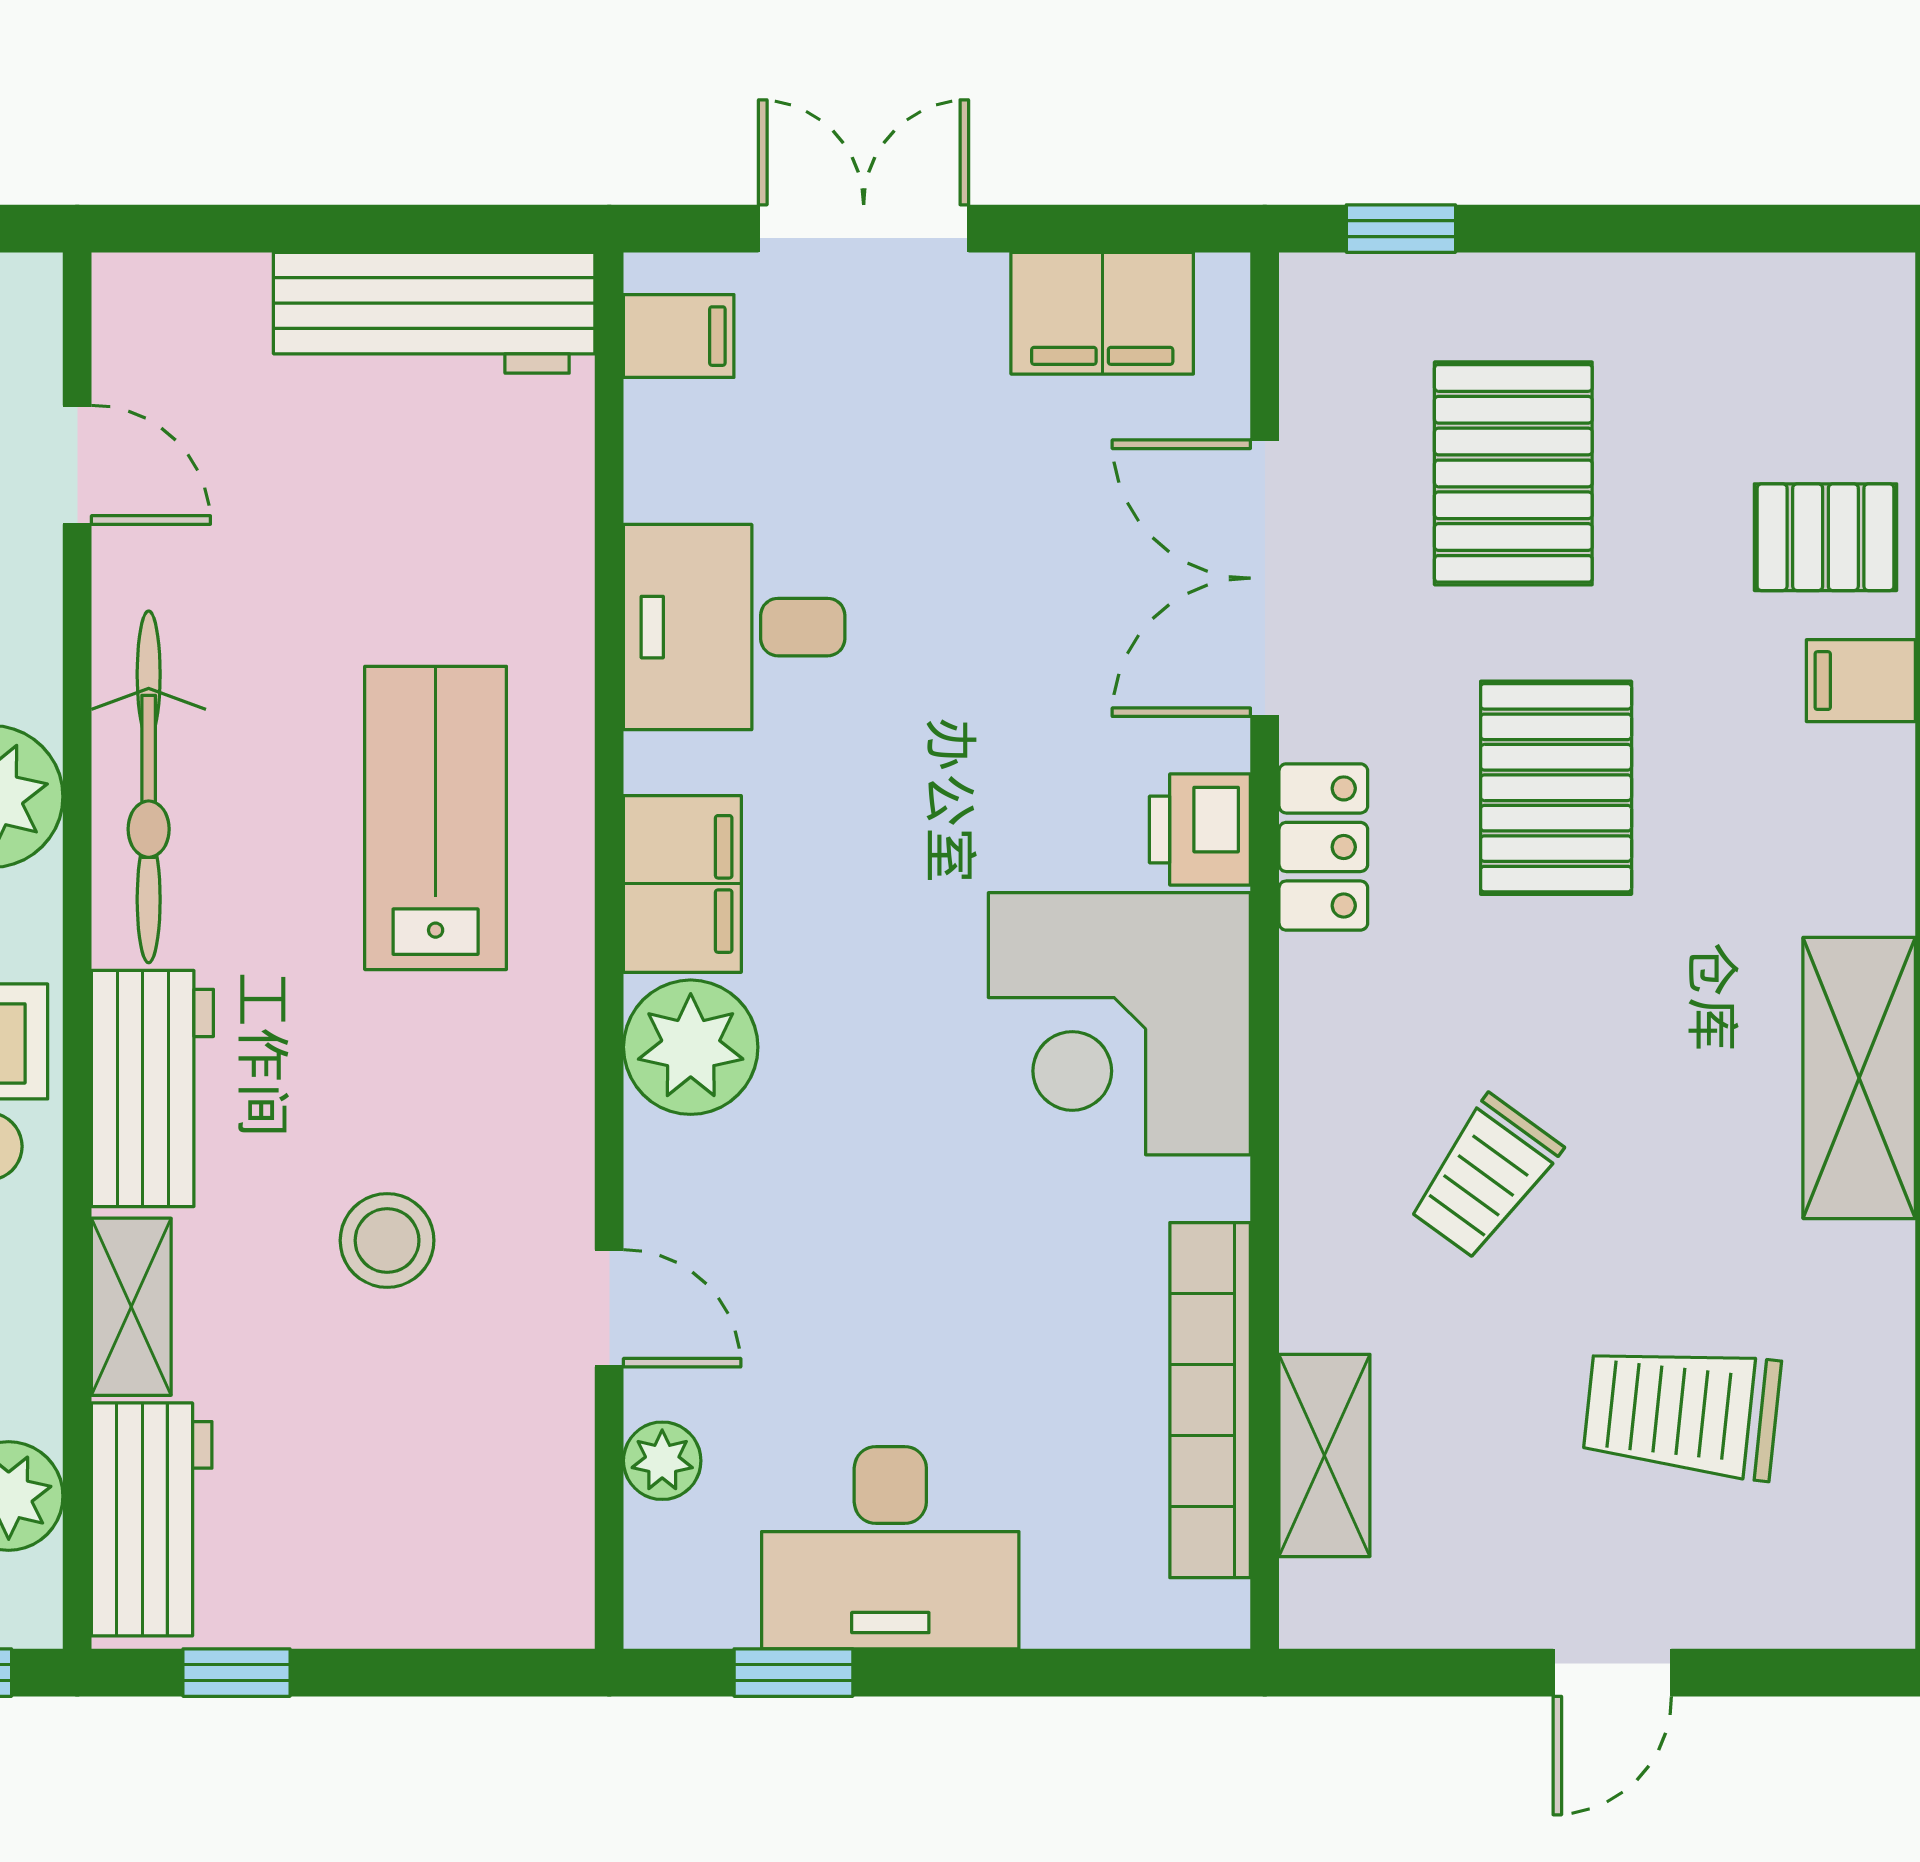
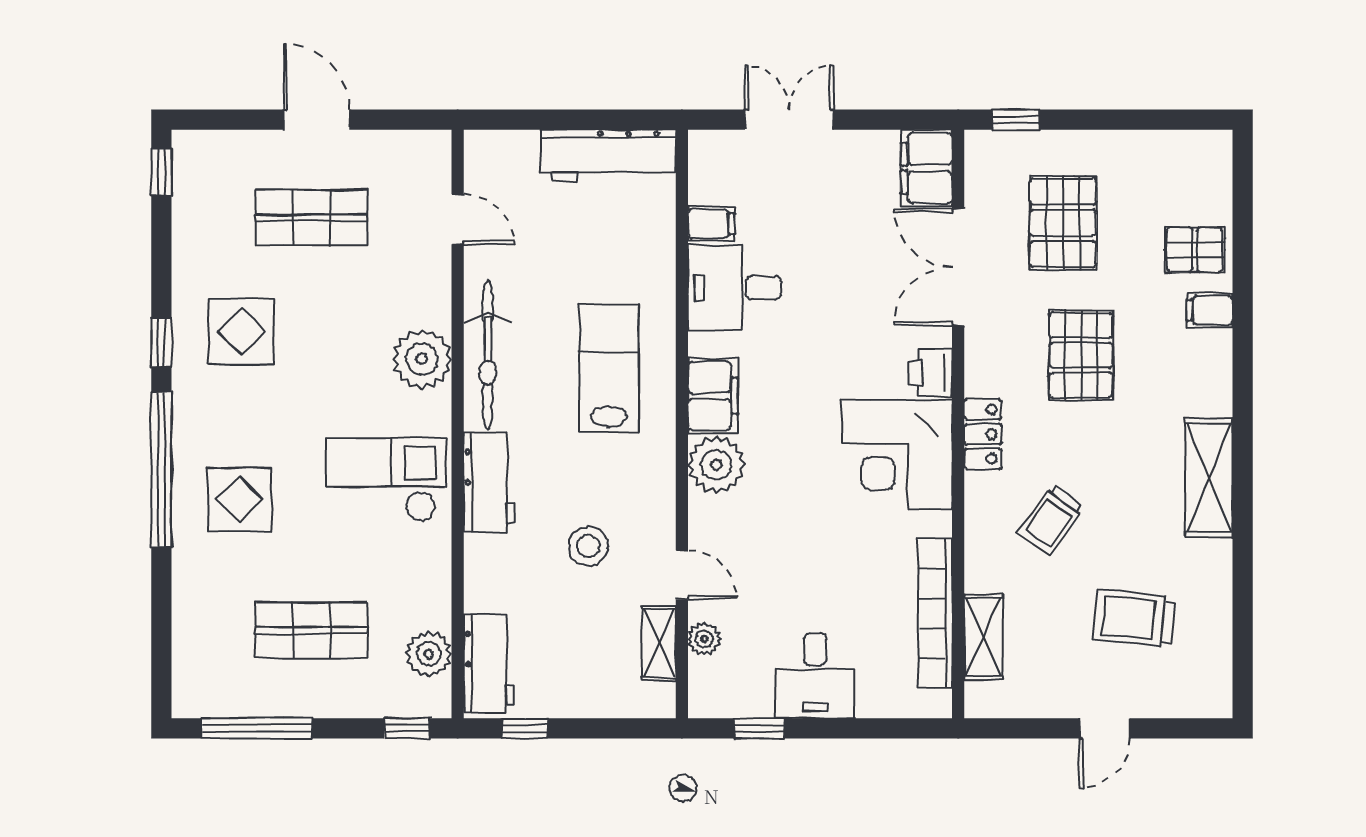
filing cabinet: (1102, 313) -> (927, 168), moved, turned 90
filing cabinet: (679, 336) -> (711, 224), moved
locker: (1323, 847) -> (983, 434), moved
shelving: (131, 1307) -> (659, 643), moved
desk: (890, 1548) -> (815, 676), width x0.73

